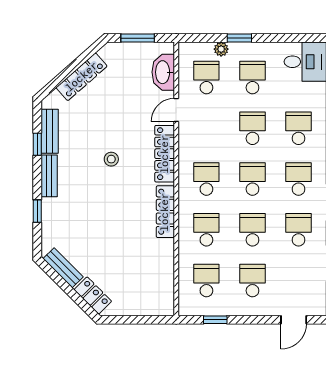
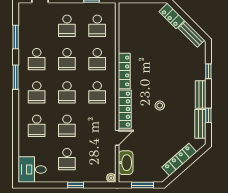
plant: (221, 49) -> (111, 178), moved
school desk: (206, 77) -> (97, 159), removed

